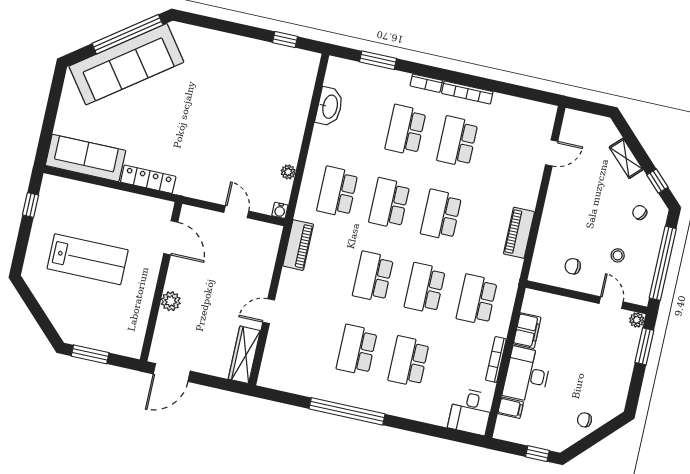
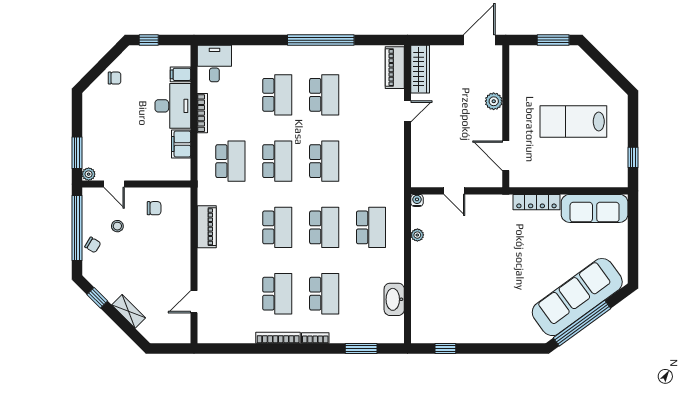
chair: (640, 212) -> (93, 245), moved
piano: (298, 245) -> (395, 68), moved

